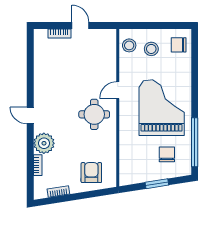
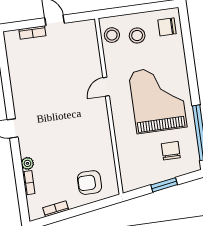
round table: (94, 114) -> (84, 117), removed
plant: (44, 143) -> (27, 163), width x0.53, depth x0.53
armchair: (91, 173) -> (89, 183), turned -90

